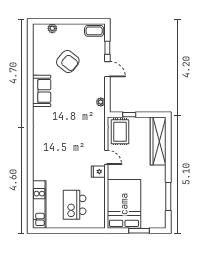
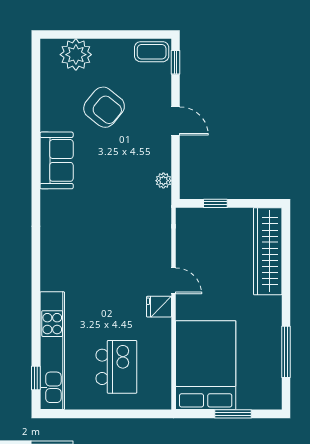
plant: (52, 28) -> (76, 55), width x1.88, depth x1.88
window: (107, 48) -> (176, 62), moved
rug: (120, 132) -> (199, 234), removed
kitchen unit: (39, 205) -> (52, 351), width x1.36
kitchen island: (75, 205) -> (116, 367), turned 180
window: (30, 211) -> (36, 378), added

